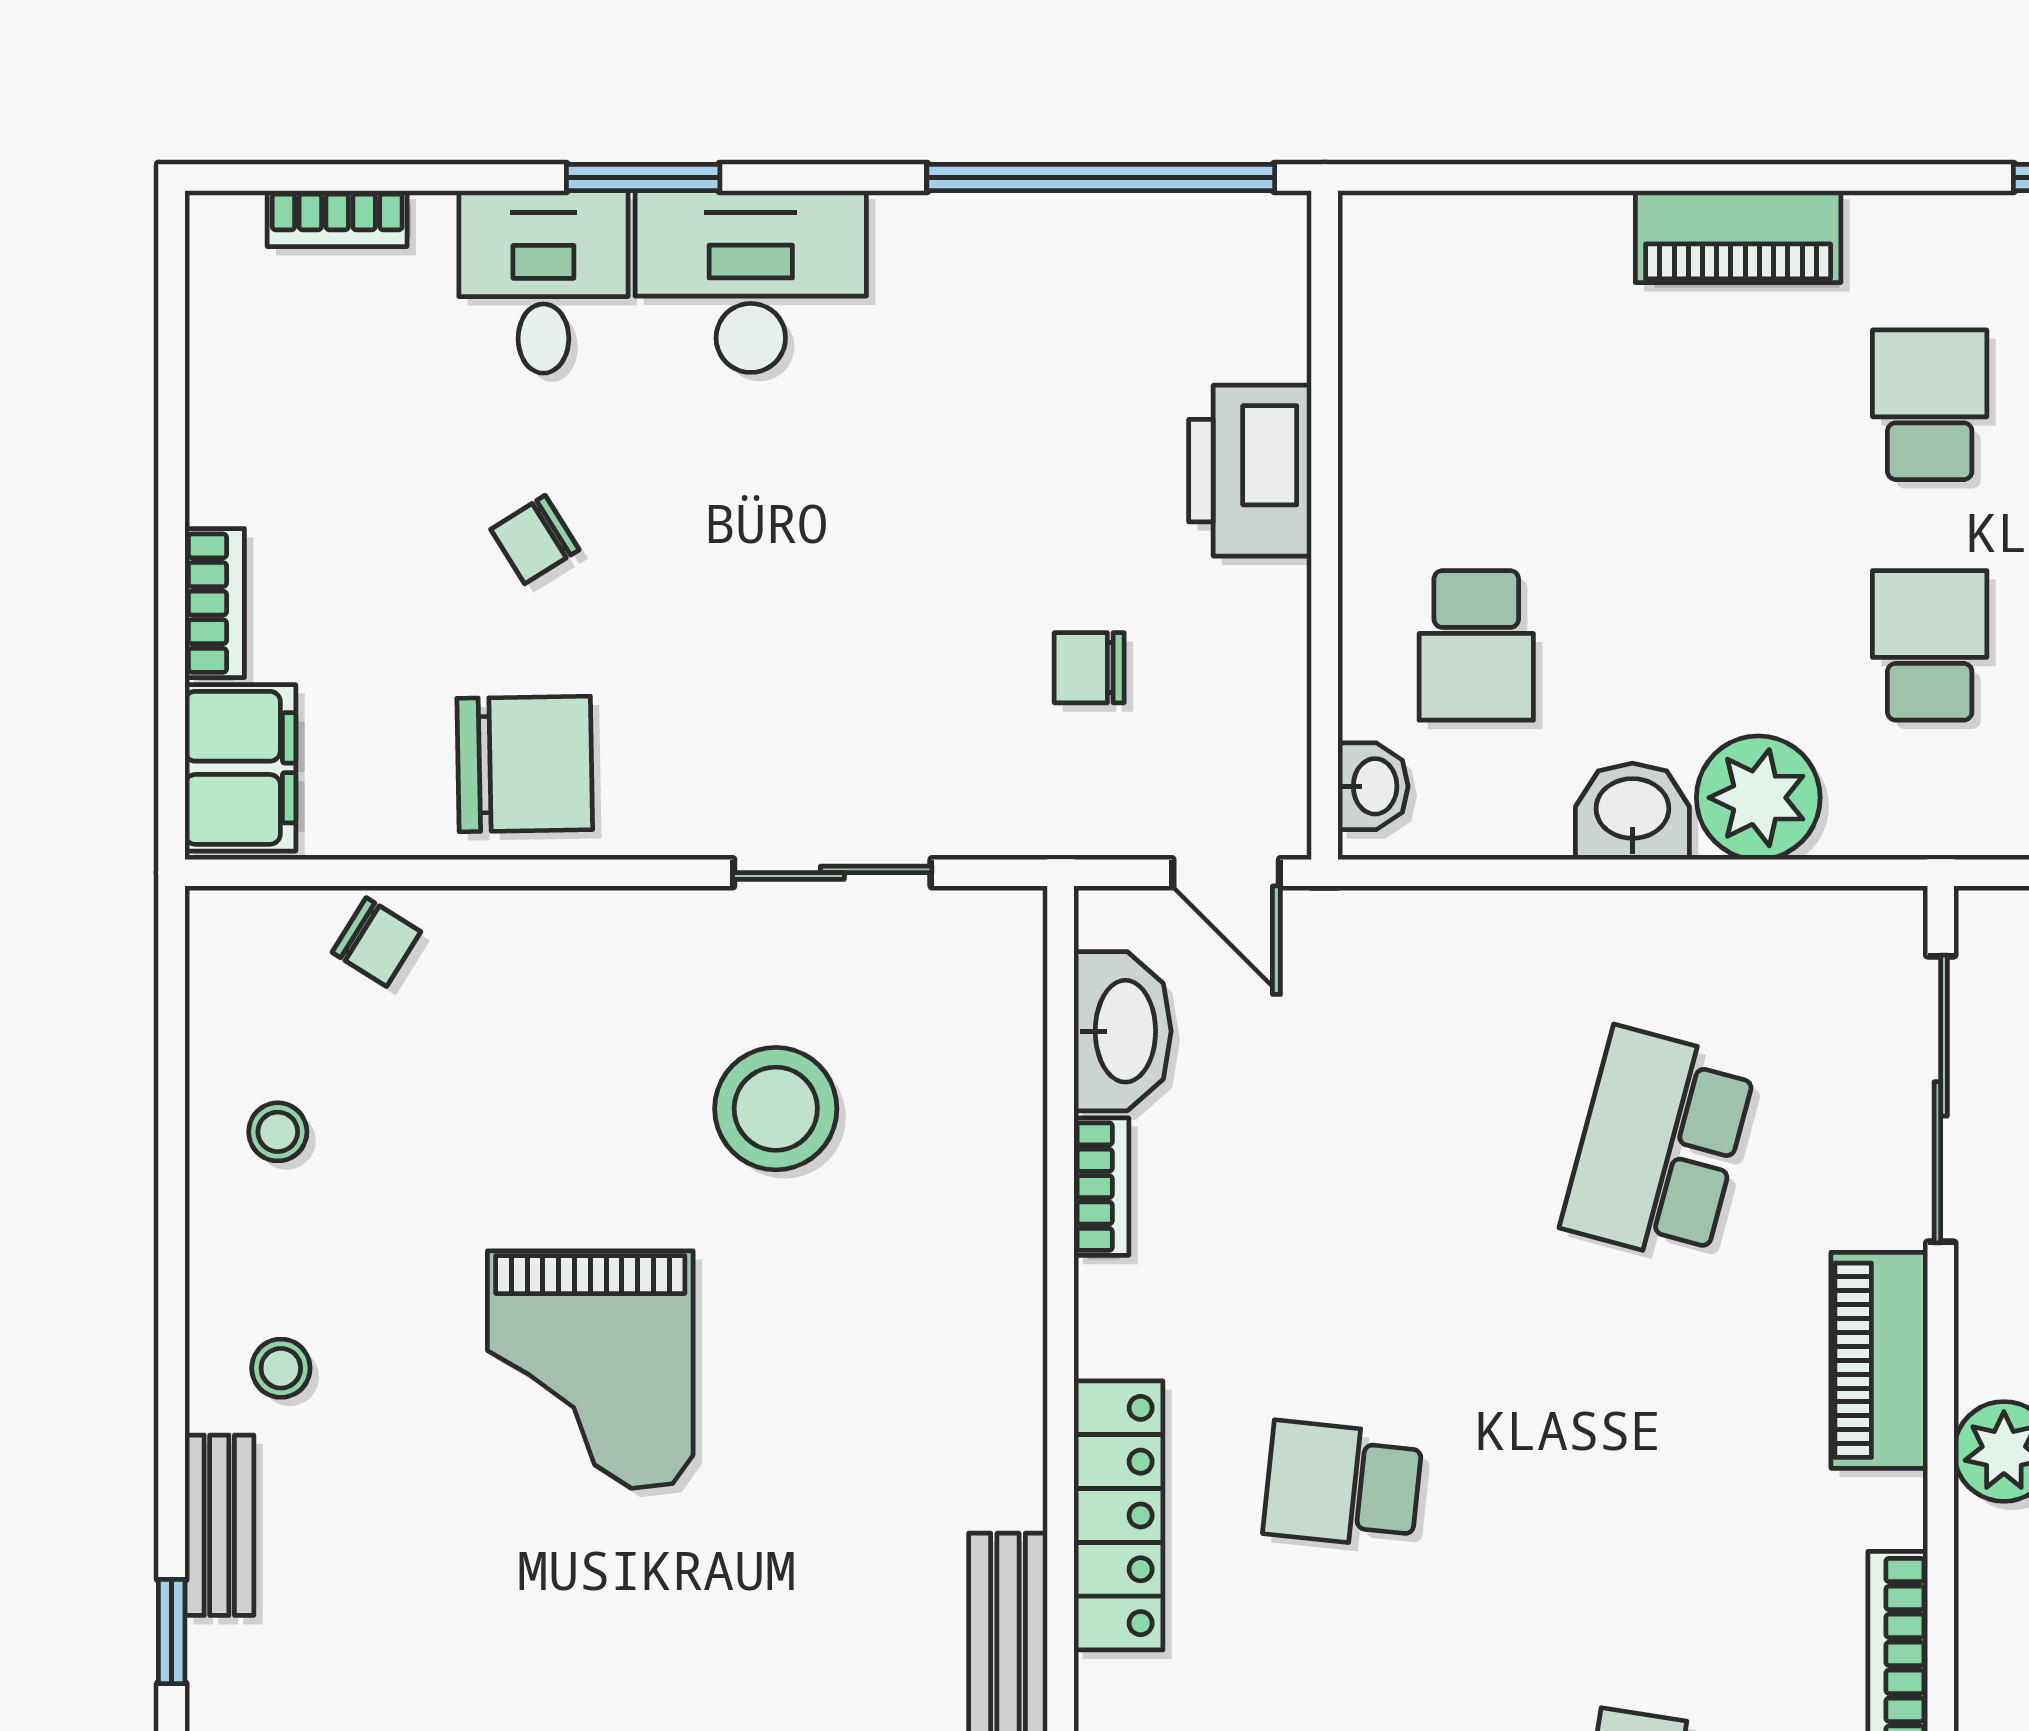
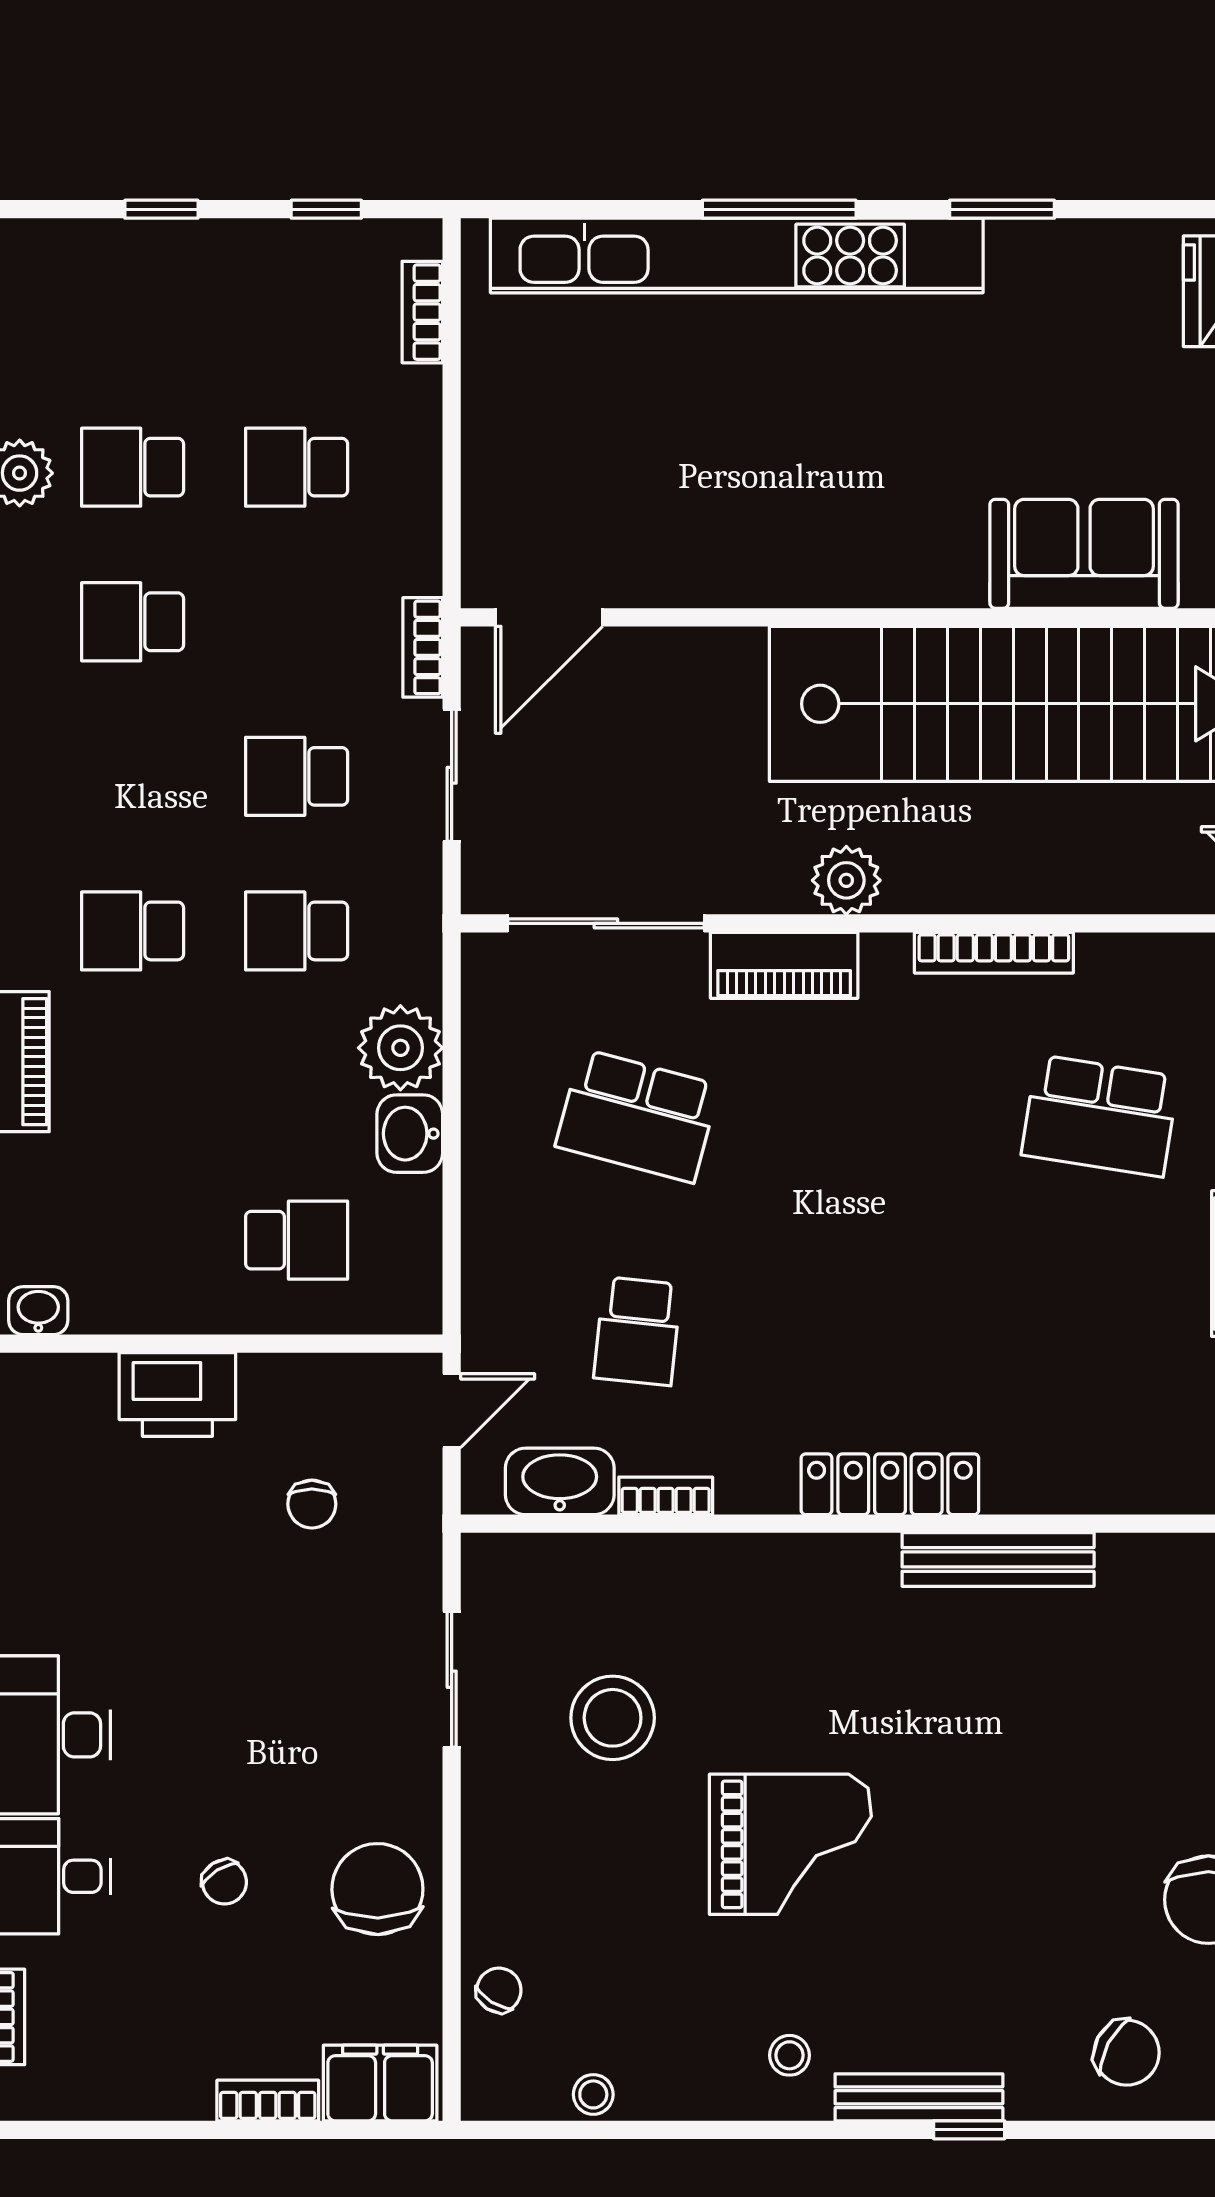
washbasin: (1373, 786) -> (38, 1311), moved
stool: (278, 1132) -> (593, 2094), moved
school desk: (1343, 1484) -> (638, 1331), moved
bench: (219, 1525) -> (919, 2097), width x1.36

